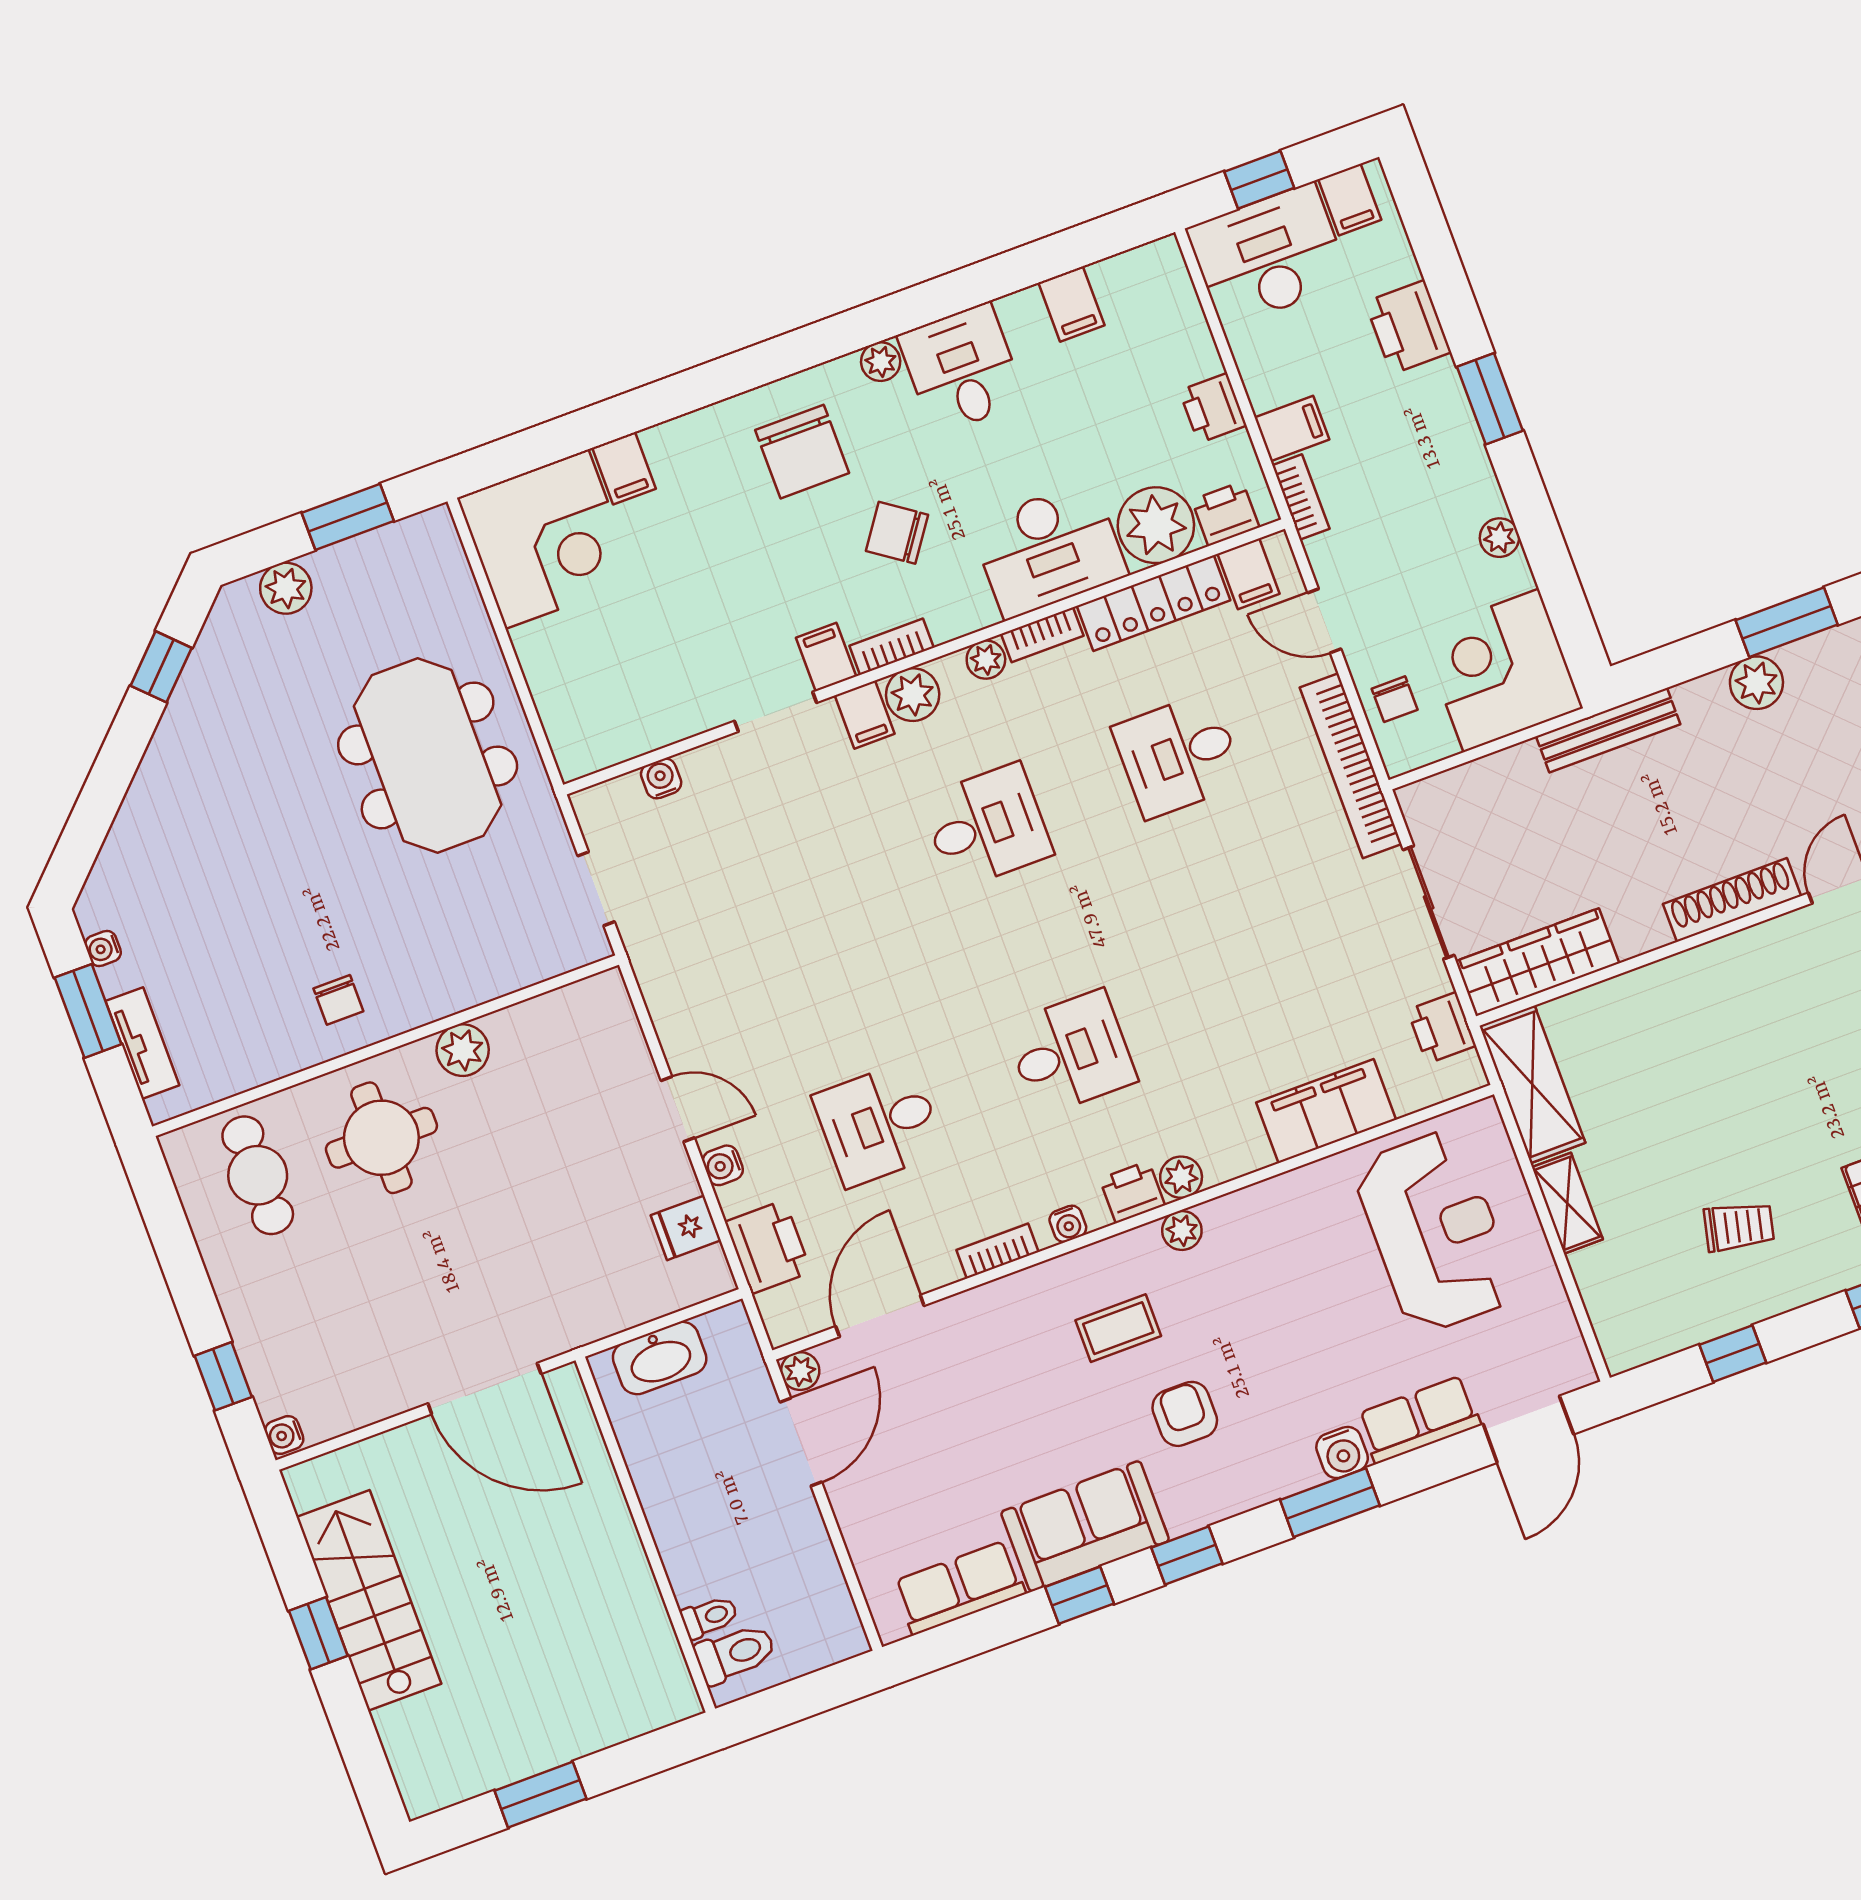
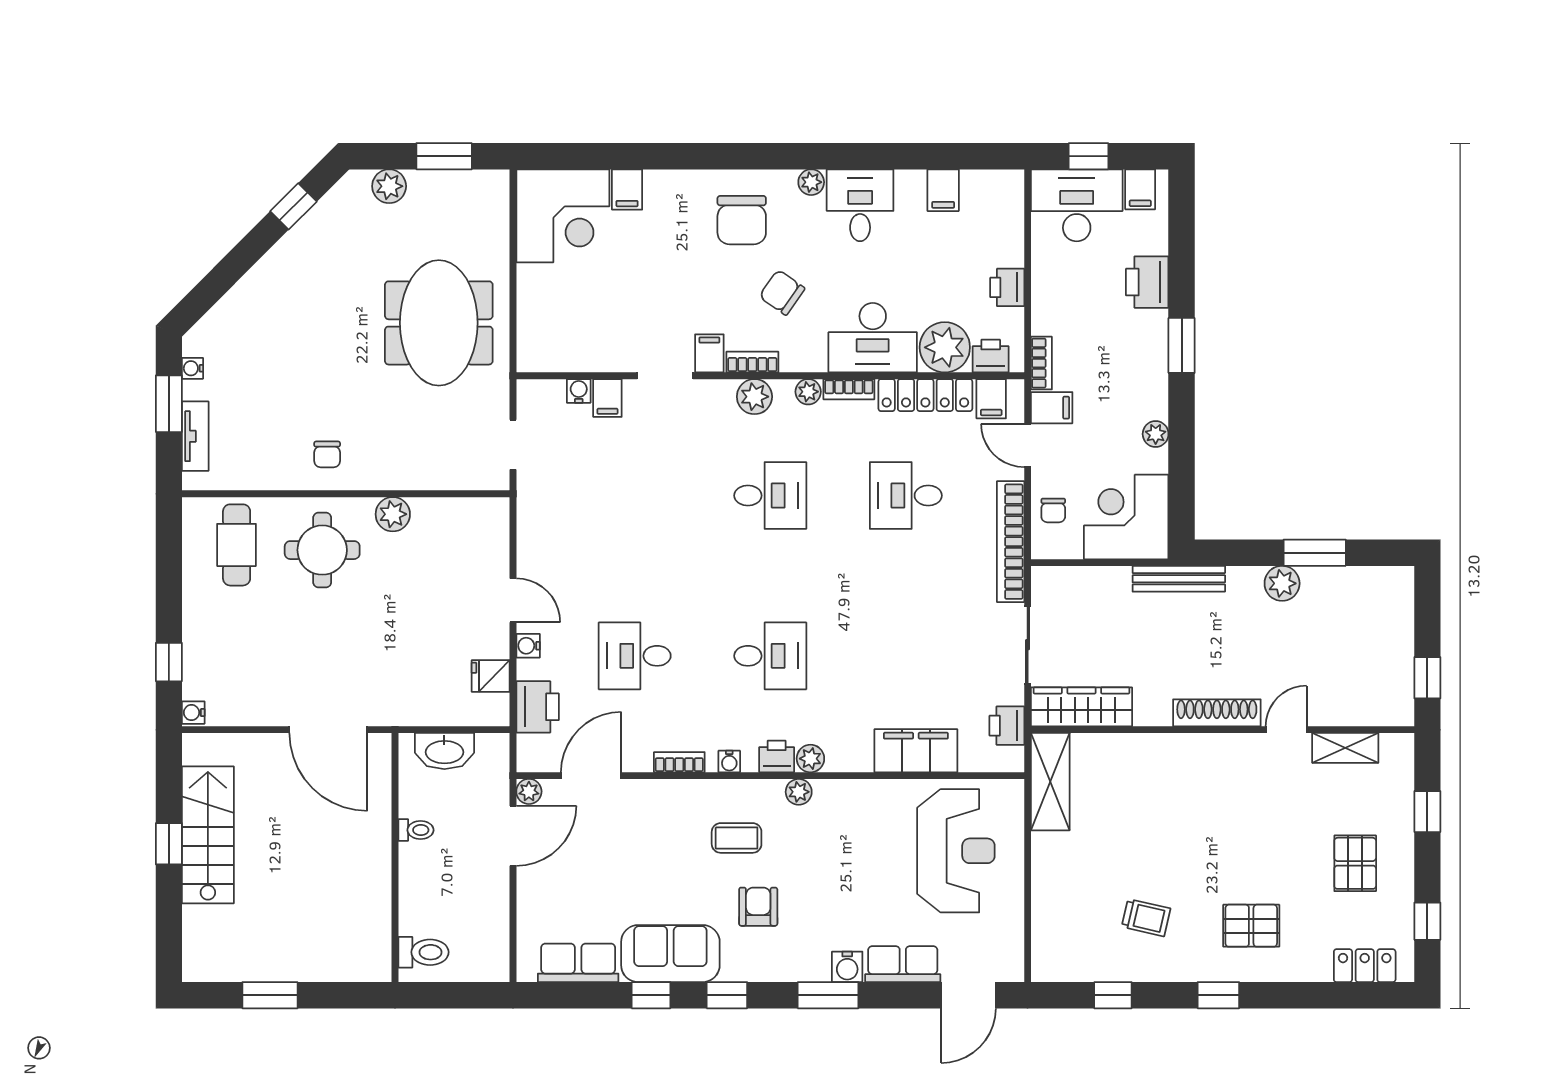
filing cabinet: (1292, 429) -> (1052, 408), moved
filing cabinet: (865, 715) -> (607, 398), moved
shelving: (1567, 1203) -> (1045, 864), removed
toilet: (709, 1617) -> (416, 830), moved

